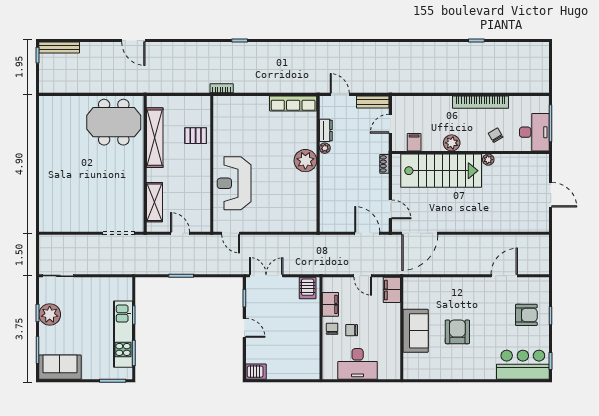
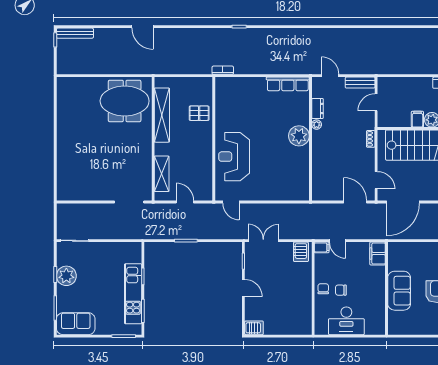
filing cabinet: (414, 142) -> (417, 119), moved
door: (363, 276) -> (338, 241), moved
filing cabinet: (330, 304) -> (322, 247), moved, width x0.50

